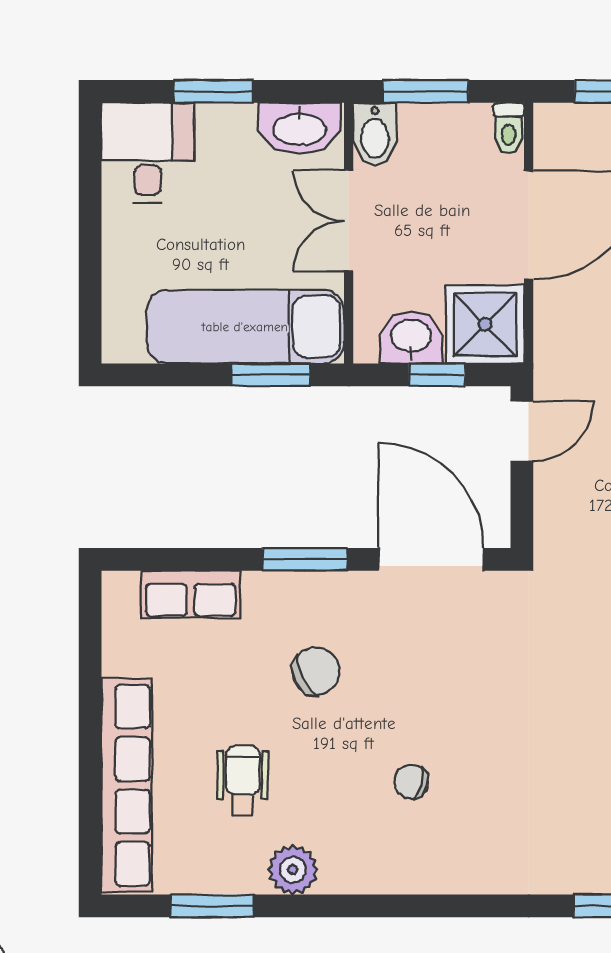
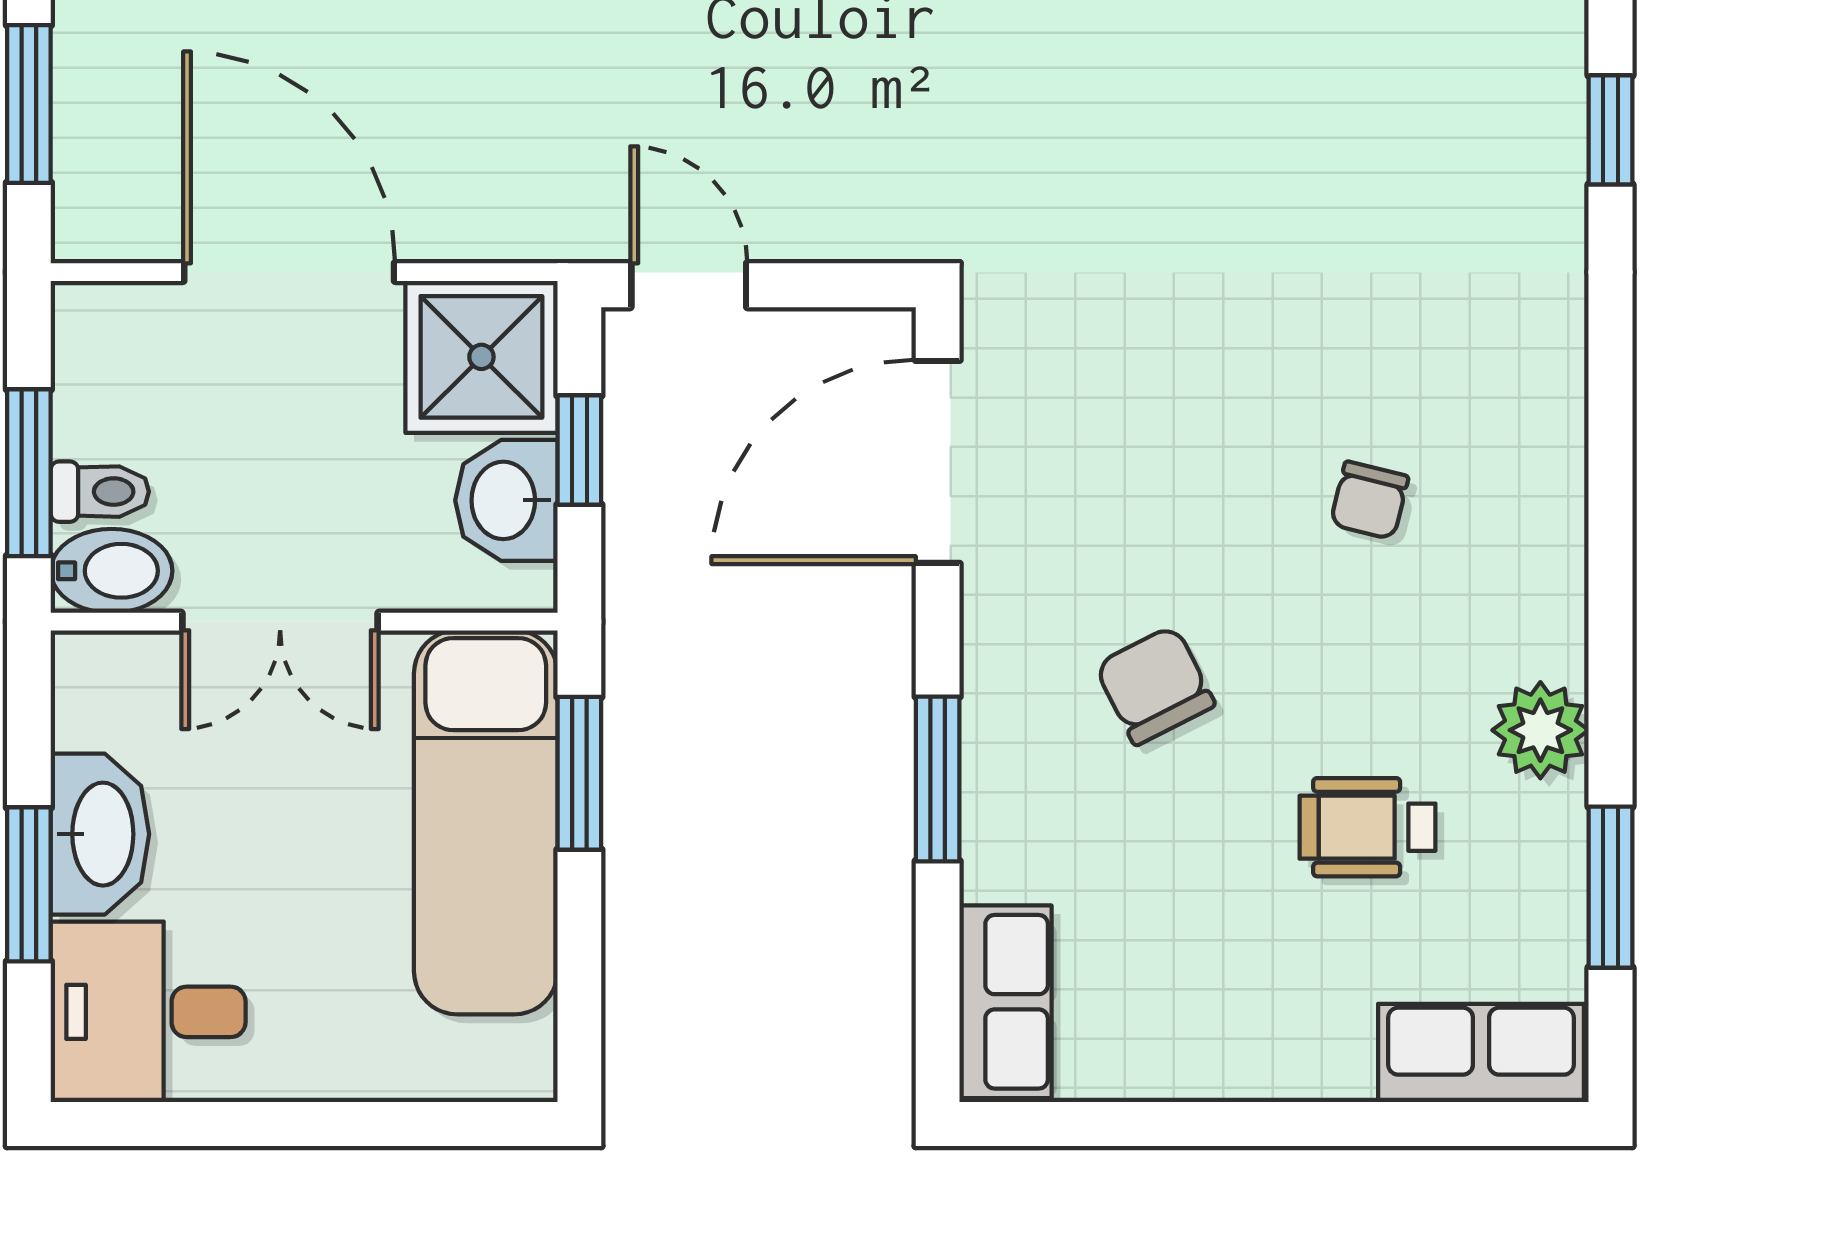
washbasin: (299, 128) -> (100, 834), moved
toilet: (509, 128) -> (100, 492), moved
window: (305, 559) -> (938, 779), moved
row of seats: (191, 594) -> (1006, 1002), moved
row of seats: (127, 785) -> (1481, 1053), width x0.50

